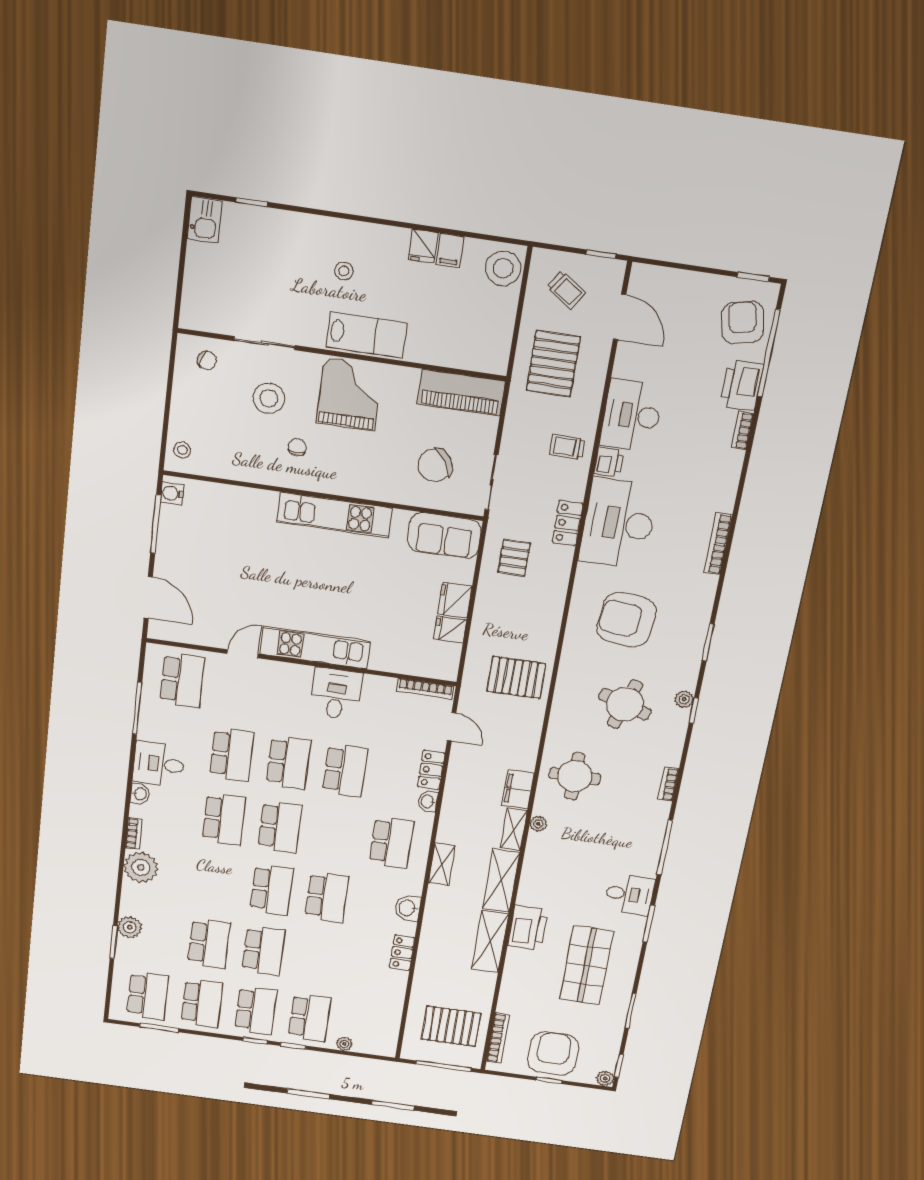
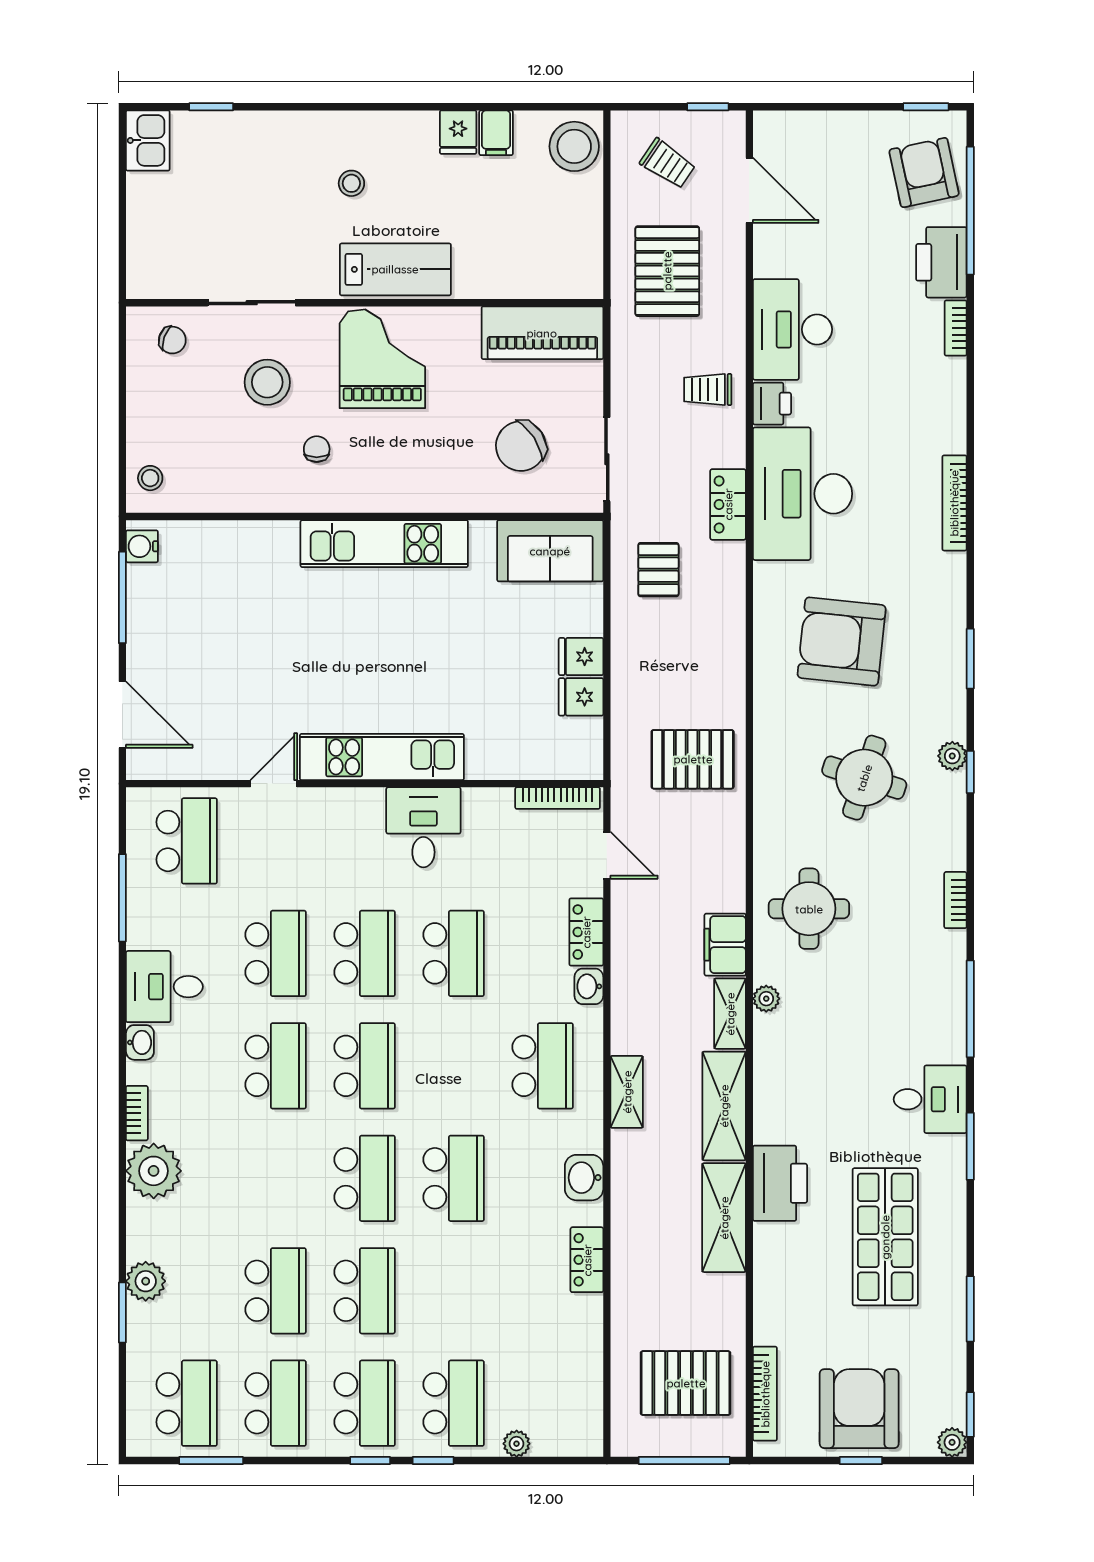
fridge: (455, 600) -> (581, 657), width x0.72

